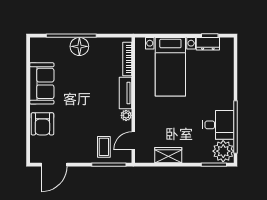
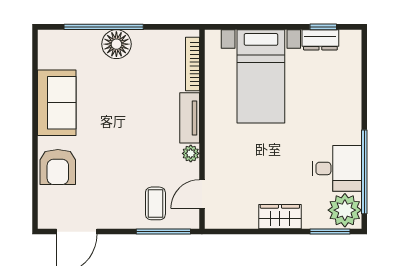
wardrobe: (168, 155) -> (280, 217), moved

